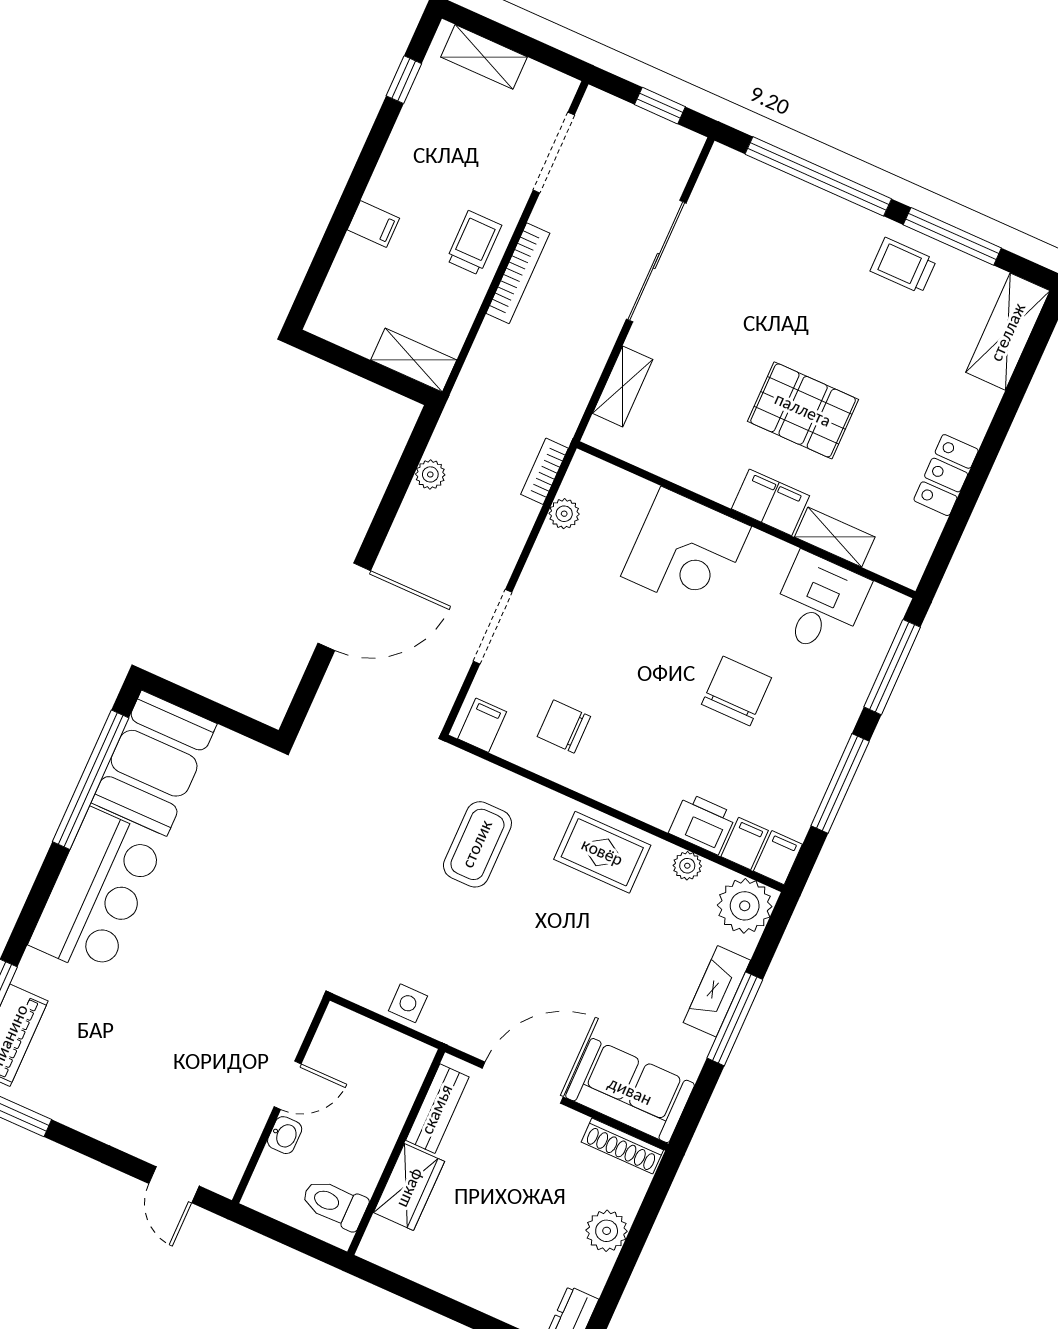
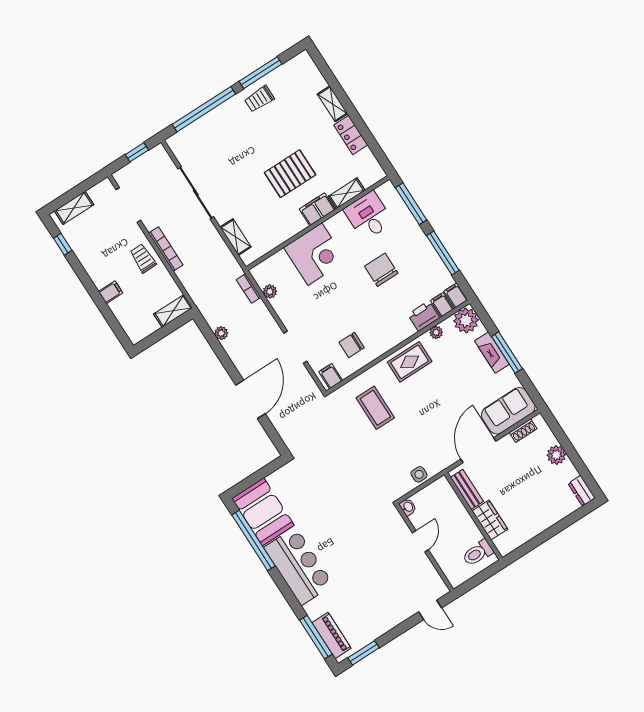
shelving: (1008, 332) -> (333, 104), moved, width x0.67, depth x0.75
washbasin: (285, 1135) -> (408, 507), moved
shoe rack: (622, 1146) -> (523, 431), width x0.70

